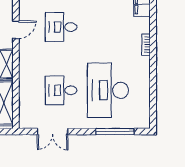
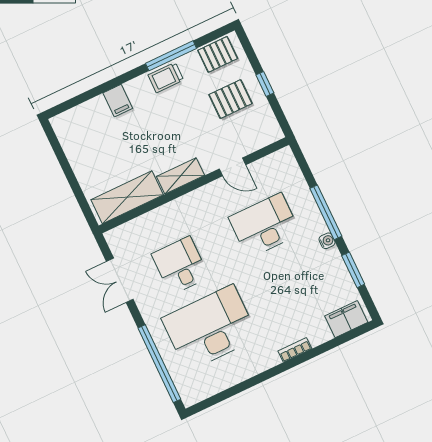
desk: (61, 27) -> (265, 225), width x1.37
window: (115, 132) -> (159, 364), width x1.46

